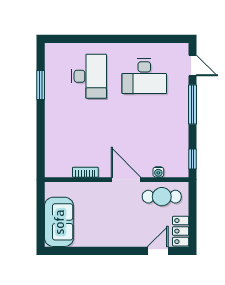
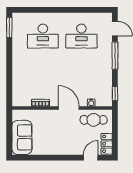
desk: (89, 76) -> (43, 36), turned 90
window: (41, 85) -> (9, 27), moved

